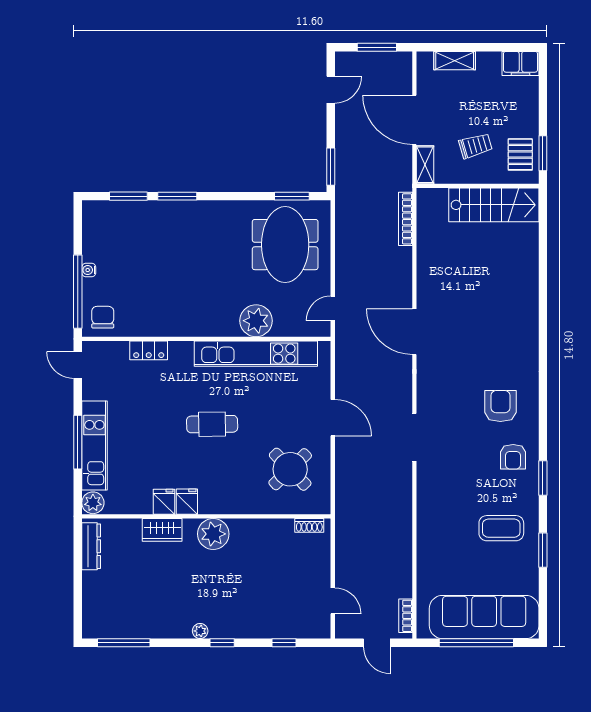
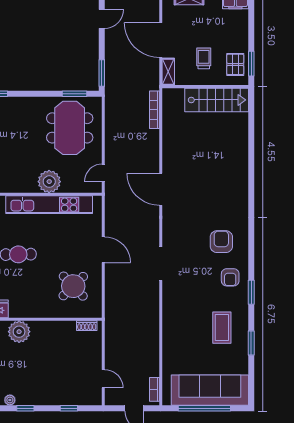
trolley: (475, 146) -> (204, 58), turned -74
coffee table: (501, 528) -> (222, 328), turned 90

